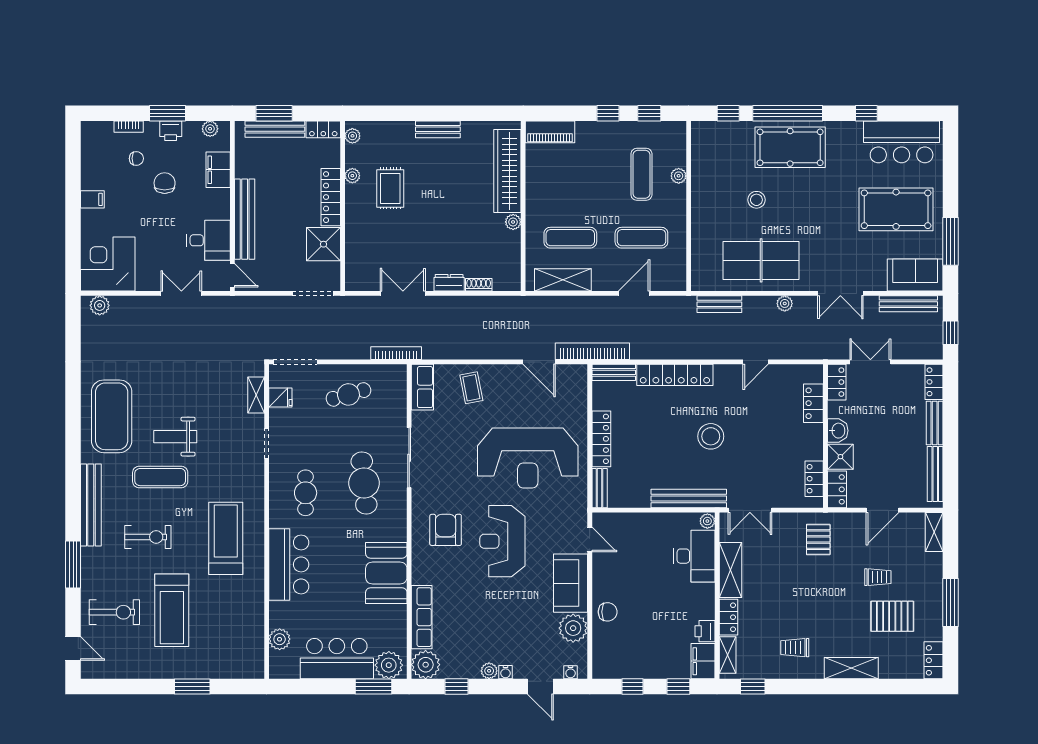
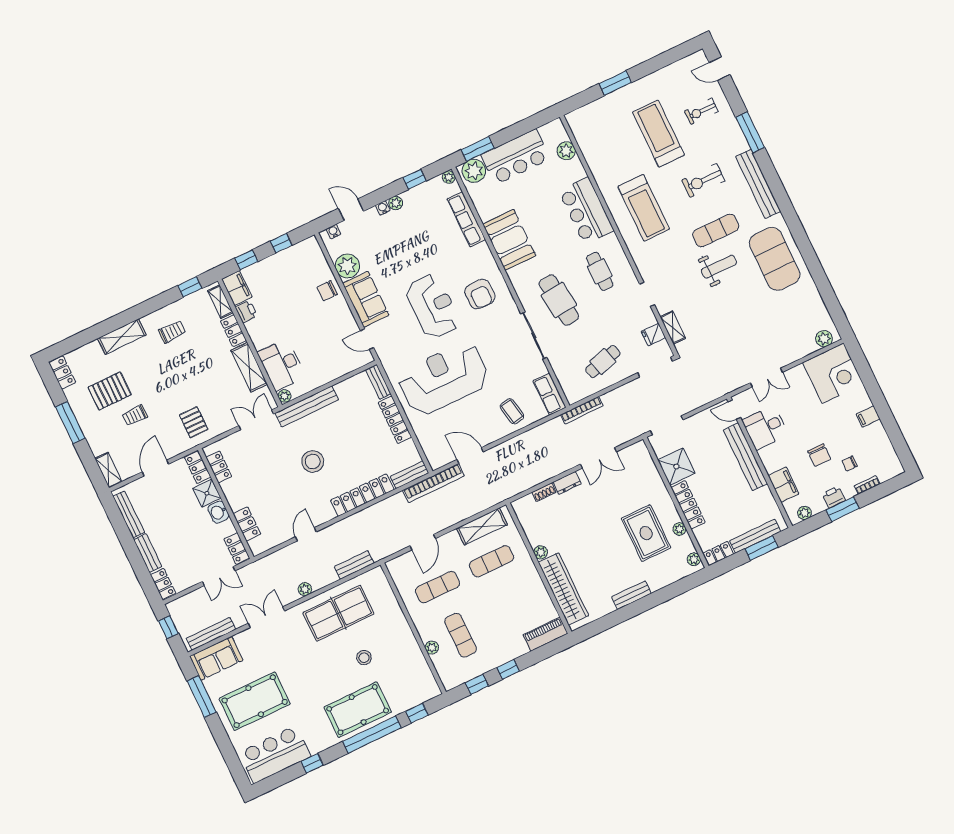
rug: (390, 188) -> (646, 533), width x1.36, depth x1.43
exercise bike: (114, 612) -> (701, 111), width x0.73, depth x0.72
plant: (426, 665) -> (449, 177), width x0.53, depth x0.53

